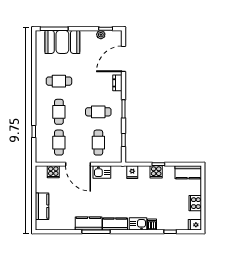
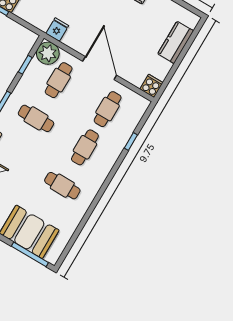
plant: (114, 155) -> (48, 53), added
cooker: (53, 172) -> (151, 86), moved
kitchen sink: (102, 172) -> (76, 41), removed
fridge: (132, 172) -> (57, 29), moved

